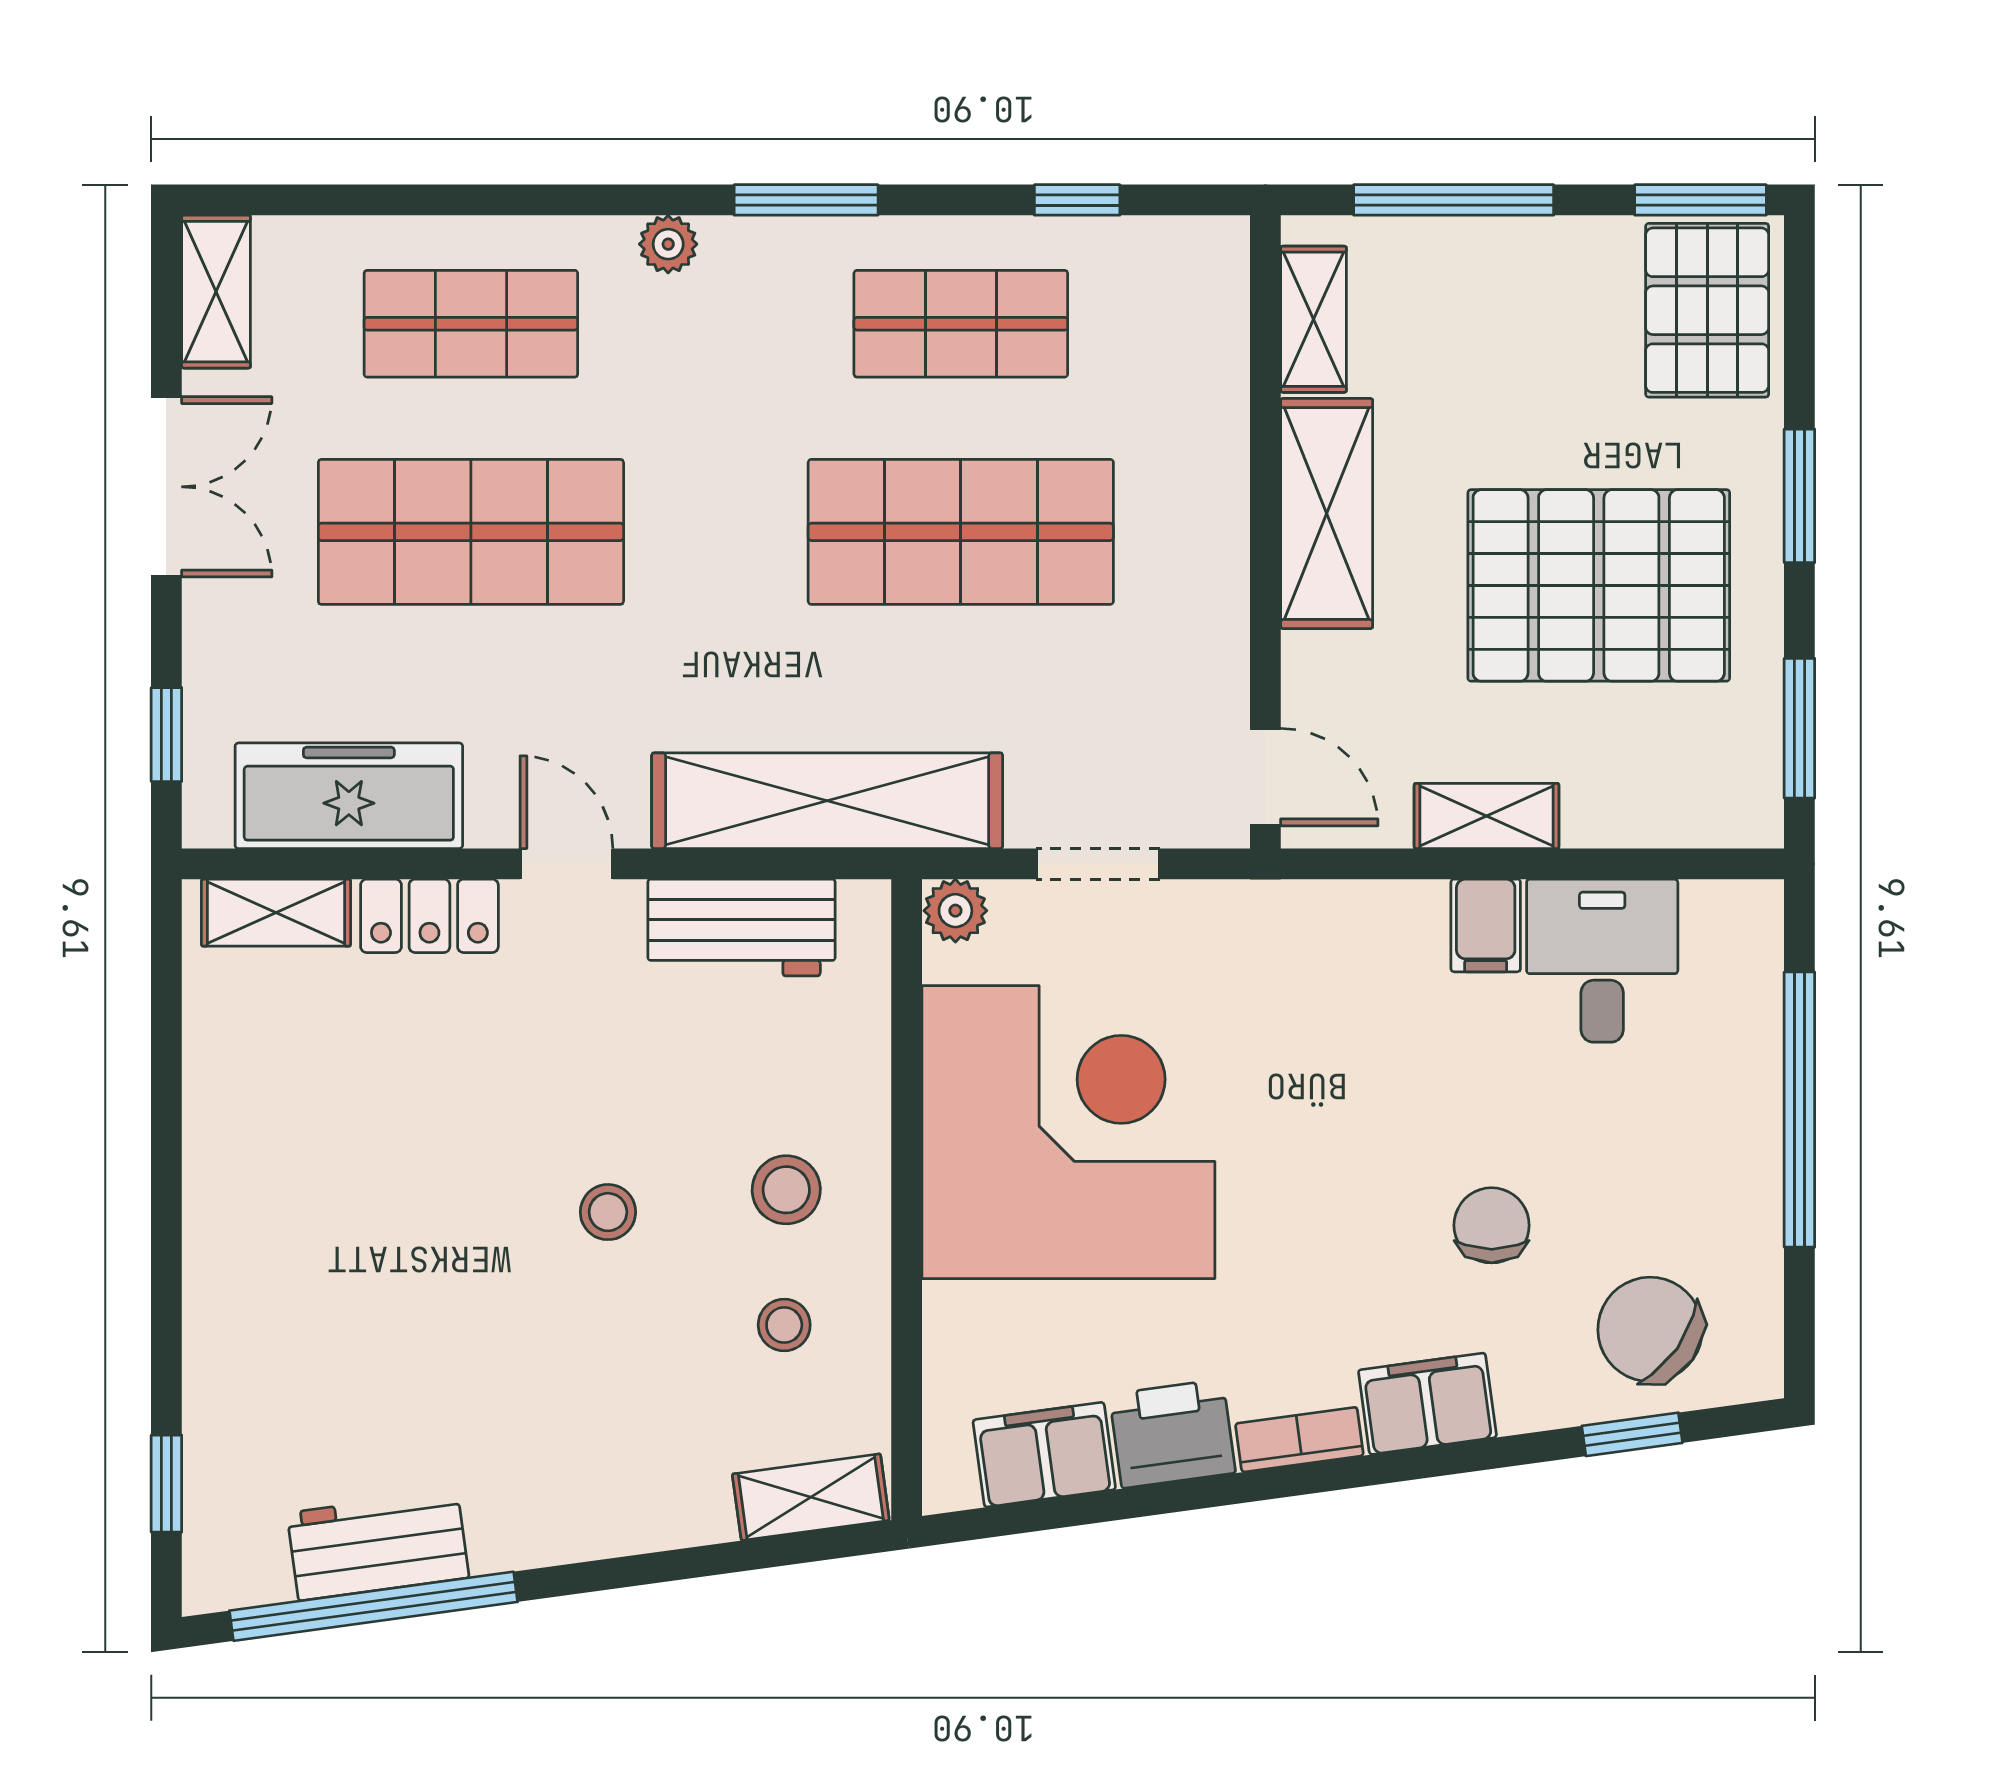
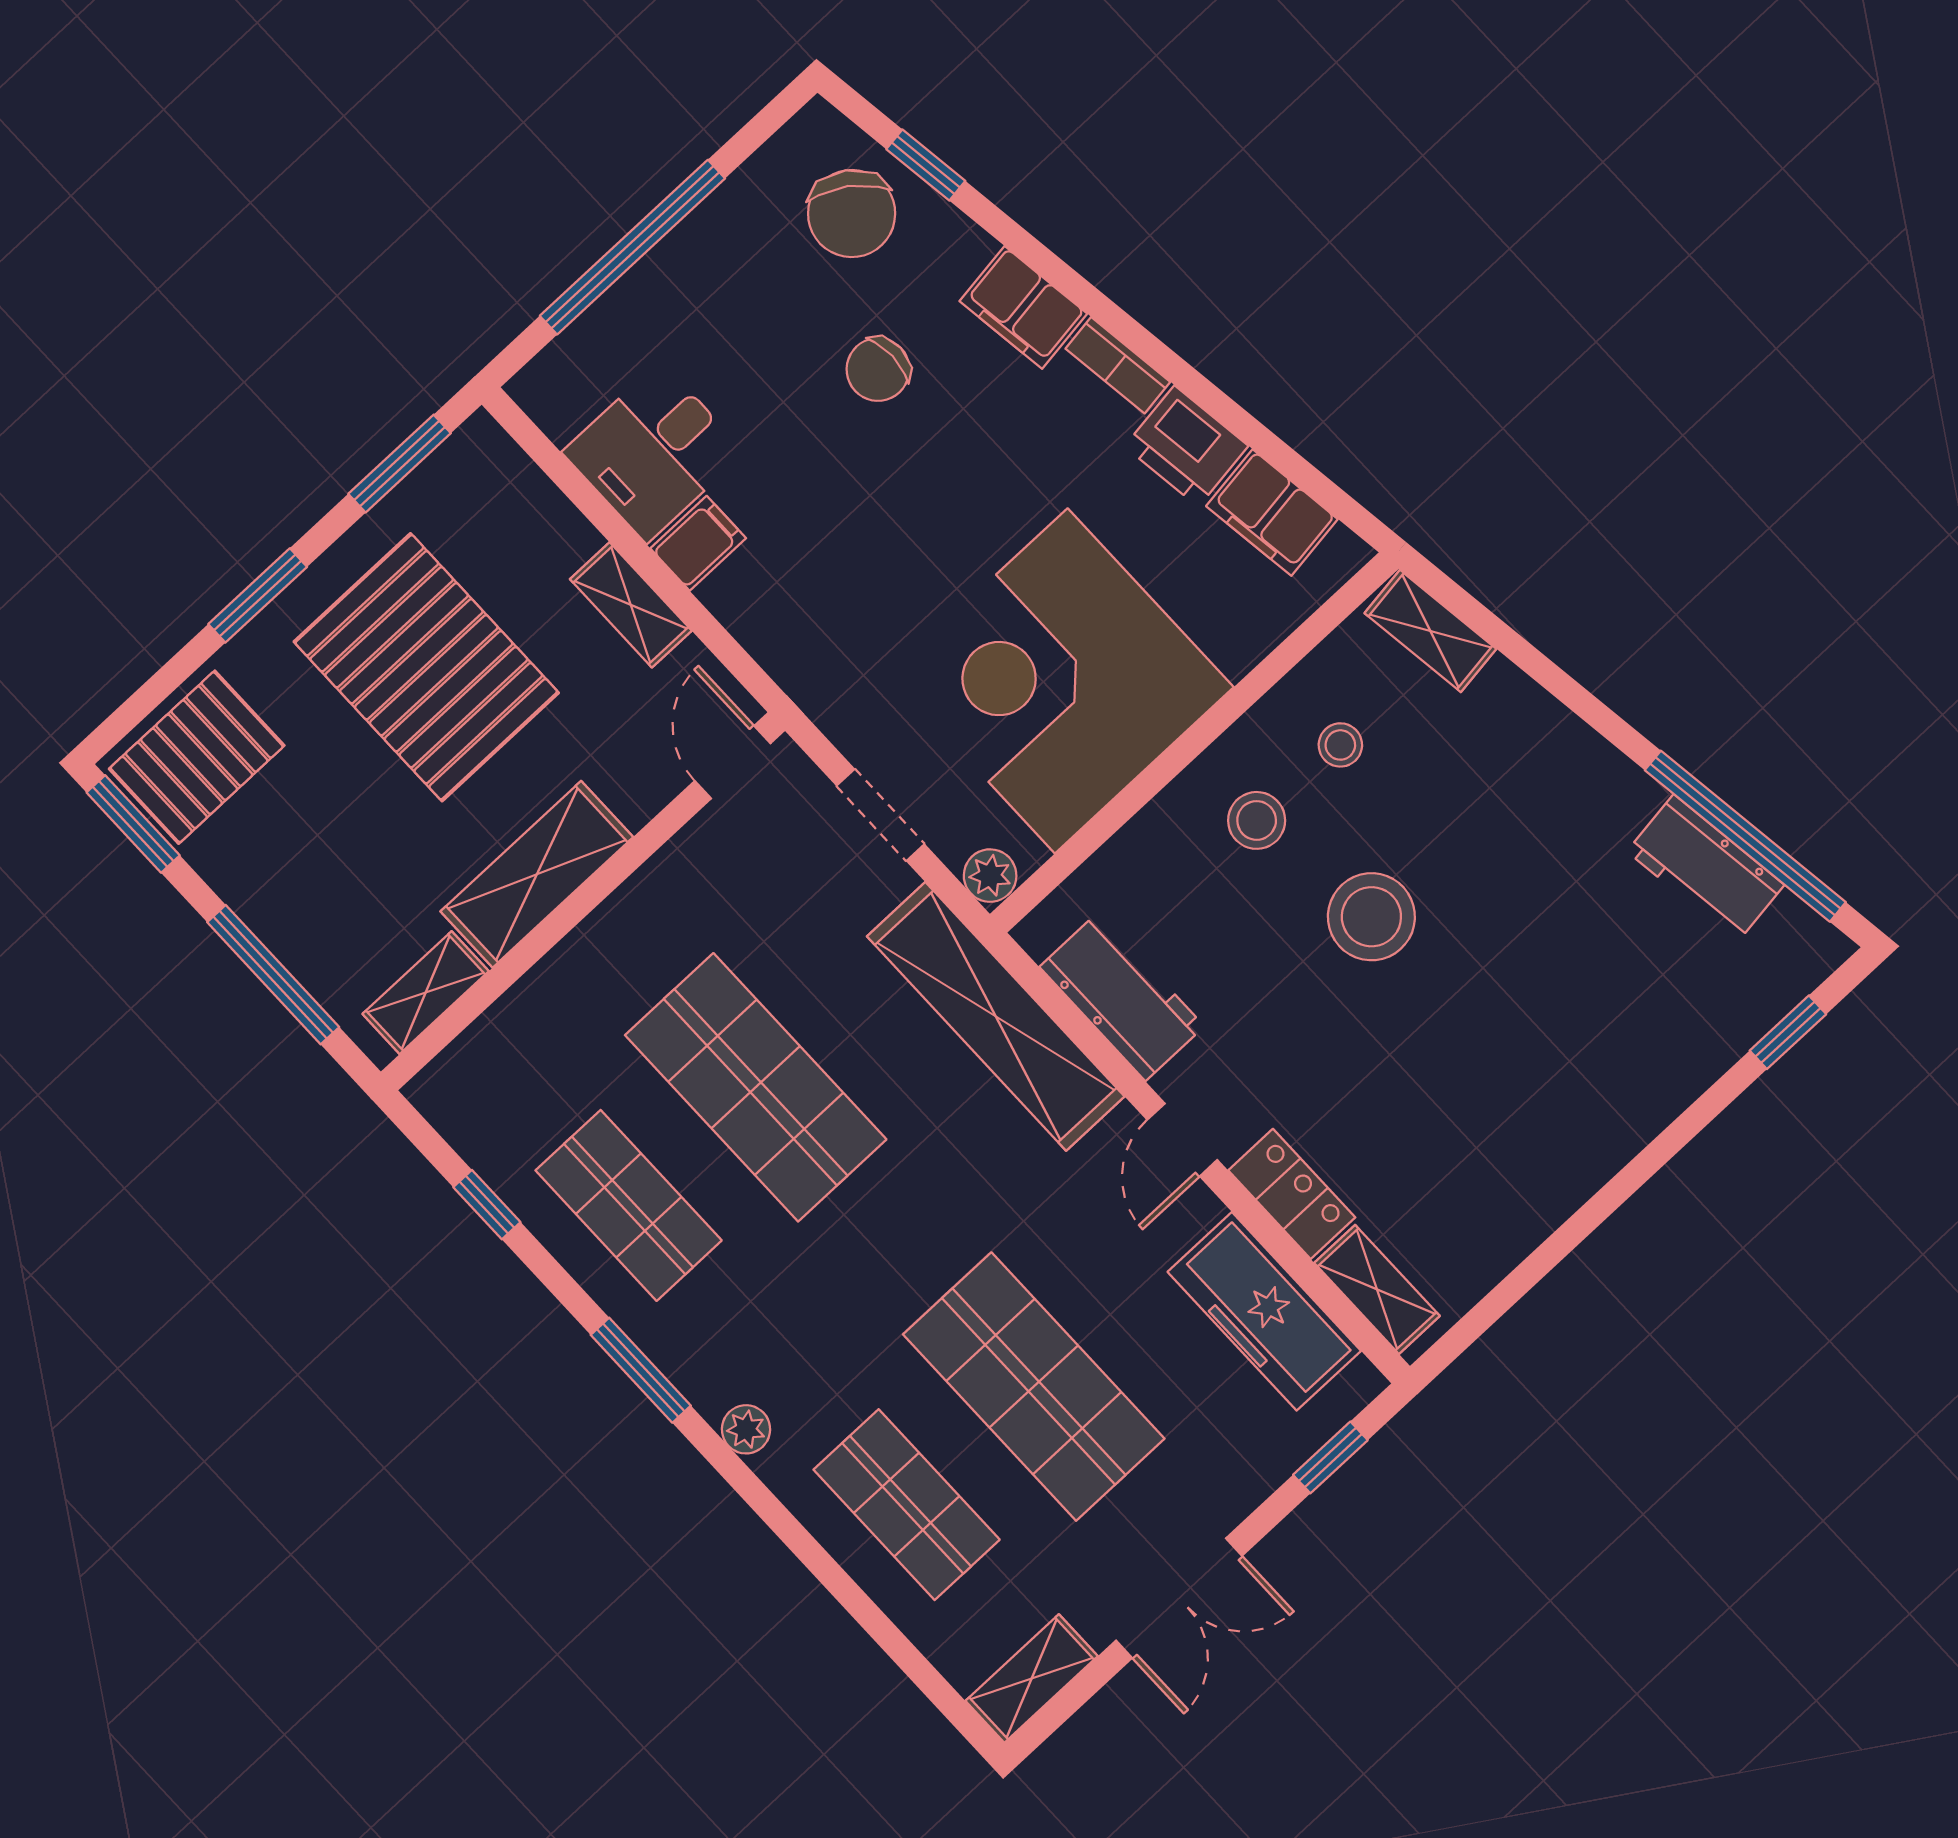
double door: (166, 487) -> (1179, 1598), swing flipped
stool: (608, 1212) -> (1371, 917), width x1.89, depth x1.89

